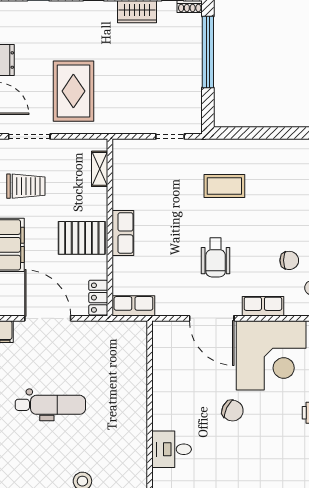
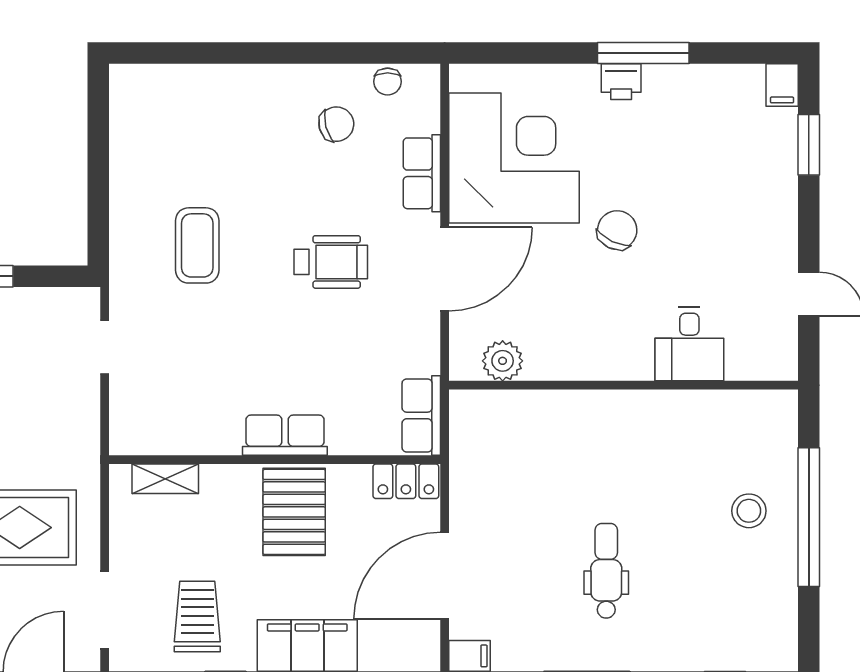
chair: (289, 260) -> (336, 124), turned 75
plant: (163, 349) -> (503, 361), added
dental chair: (50, 405) -> (606, 571), width x0.73, depth x0.72

